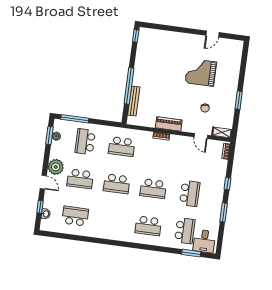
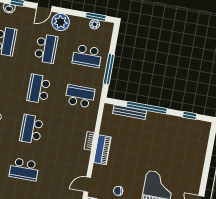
window: (136, 36) -> (190, 115), moved
window: (75, 119) -> (109, 69), moved
school desk: (85, 142) -> (87, 56), turned 180
school desk: (122, 146) -> (80, 96), turned 90
school desk: (80, 179) -> (46, 49), turned 180

